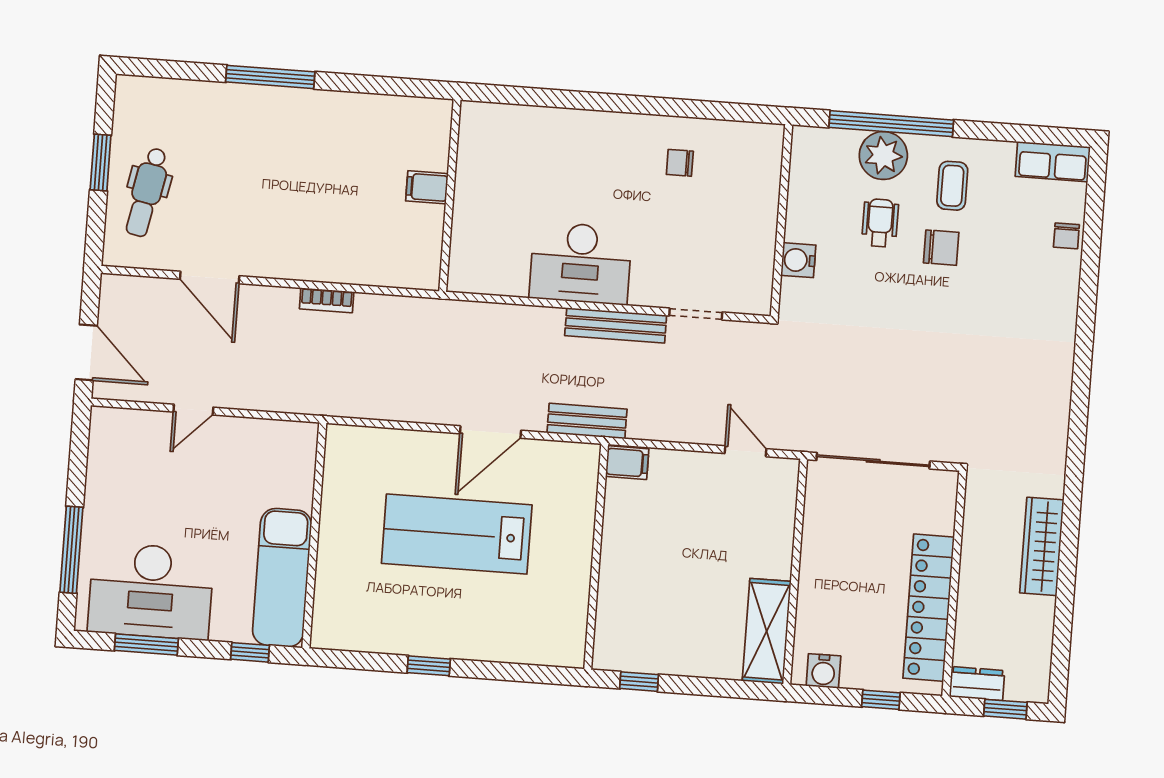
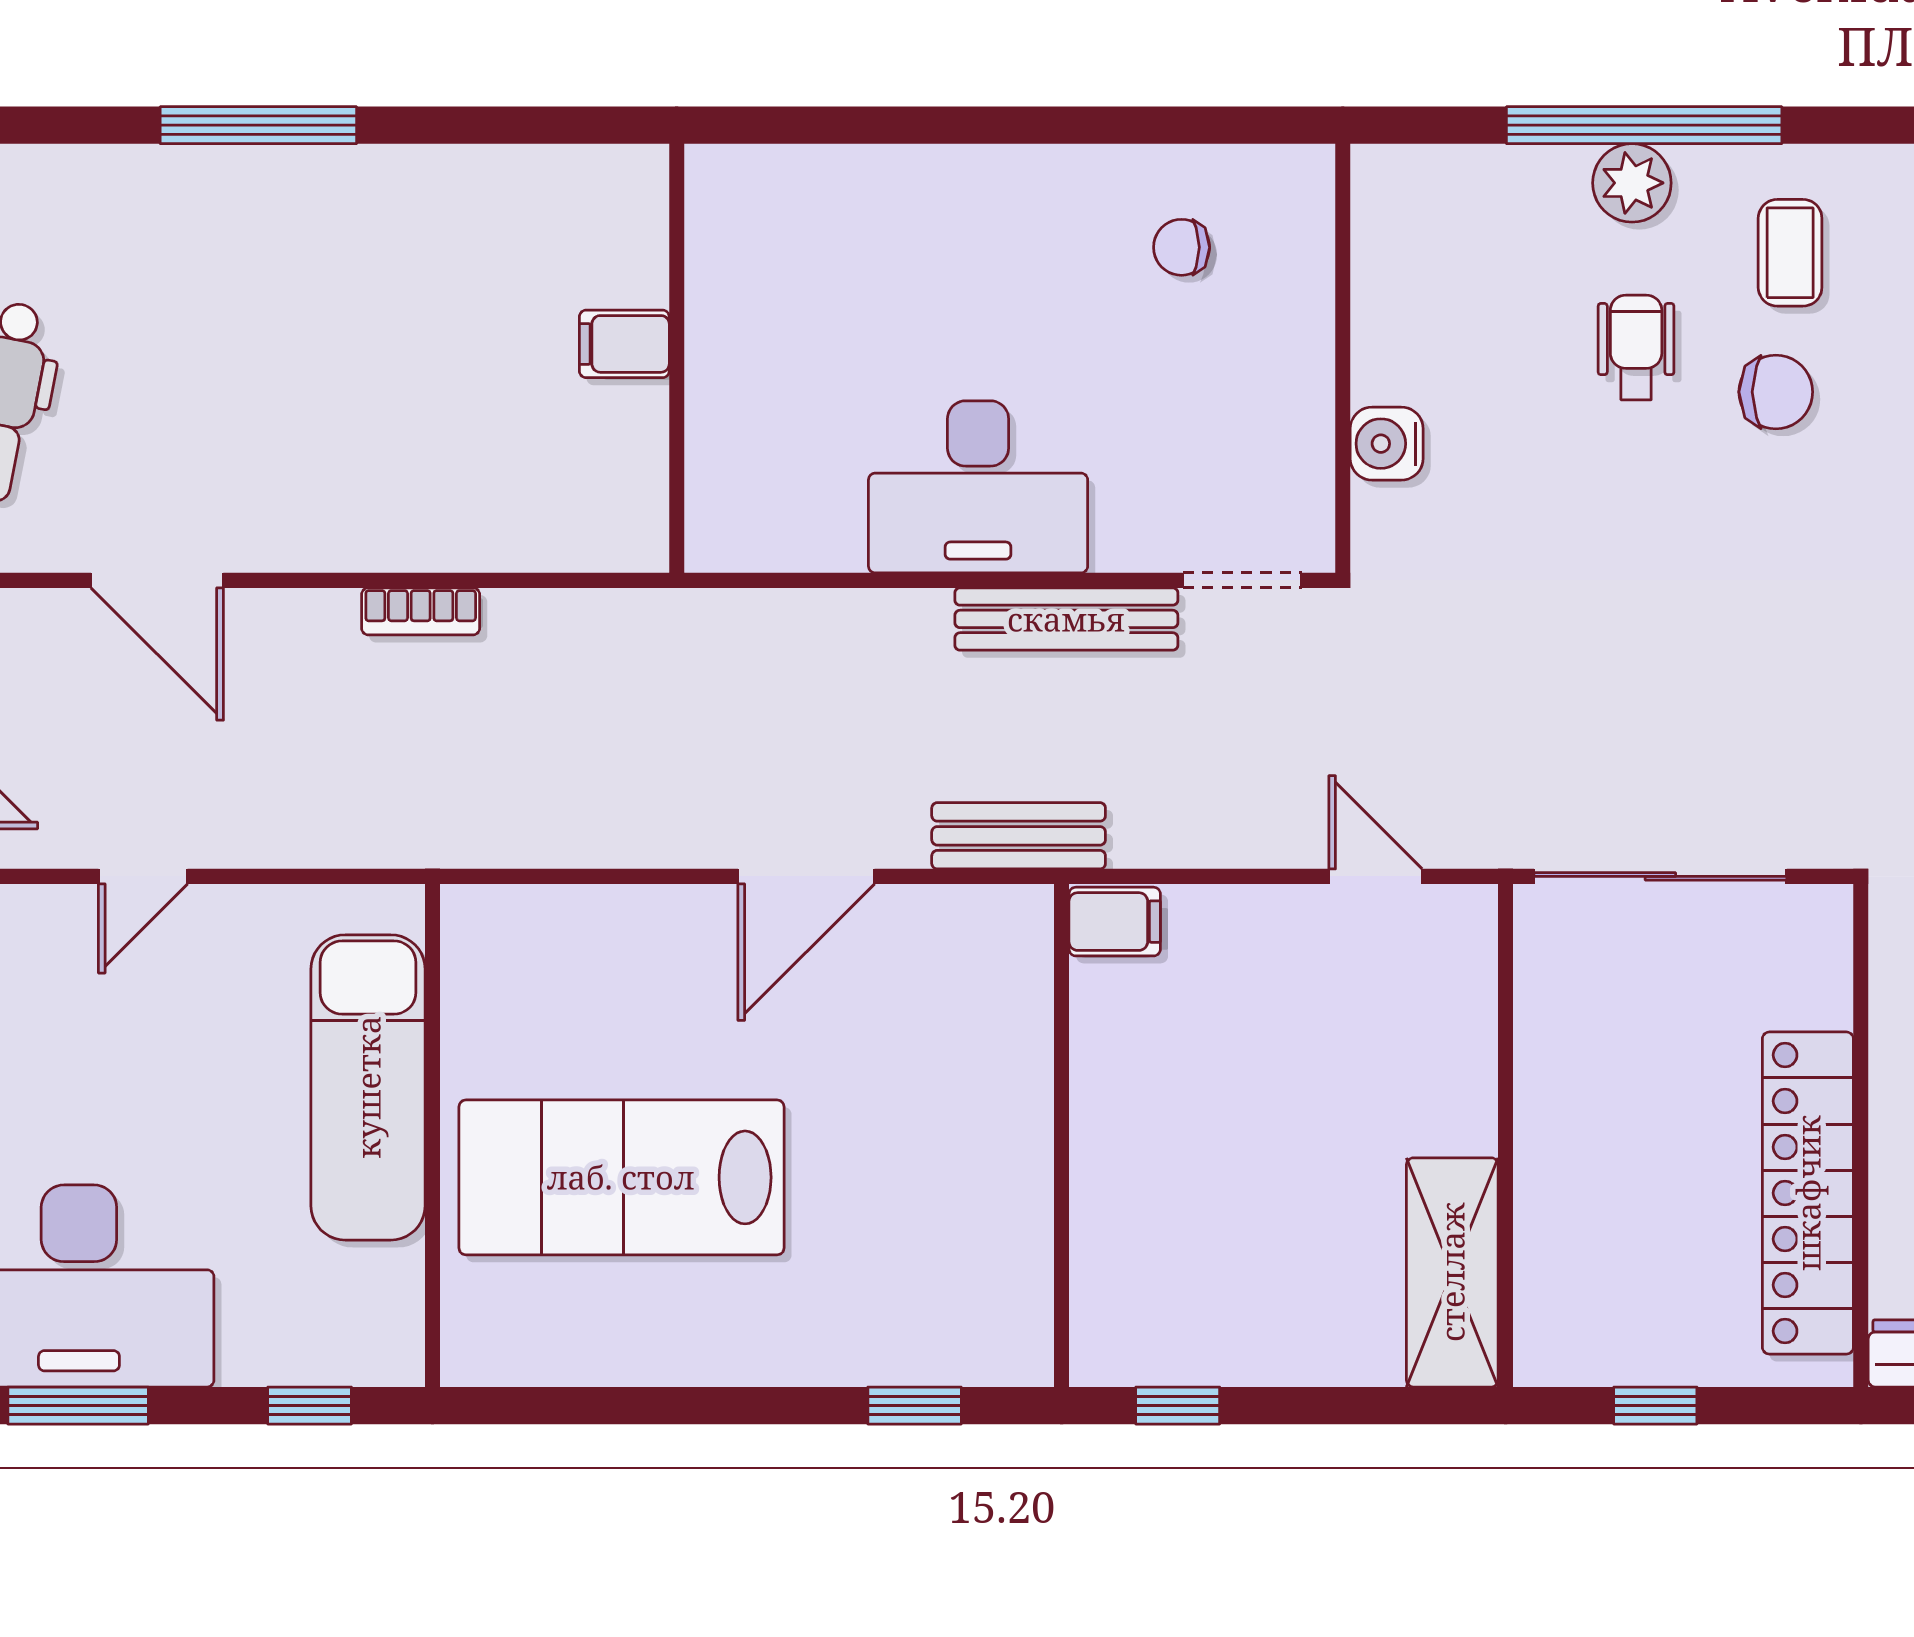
plant: (883, 156) -> (1632, 183), width x0.73, depth x0.73
wall: (781, 220) -> (1343, 358), moved
water cooler: (798, 260) -> (1387, 444), moved
lab bench: (457, 534) -> (621, 1177), moved
exam couch: (282, 578) -> (368, 1087), moved
window: (429, 666) -> (915, 1406), moved
water cooler: (823, 671) -> (1585, 1351), removed
window: (881, 700) -> (1655, 1406), moved

